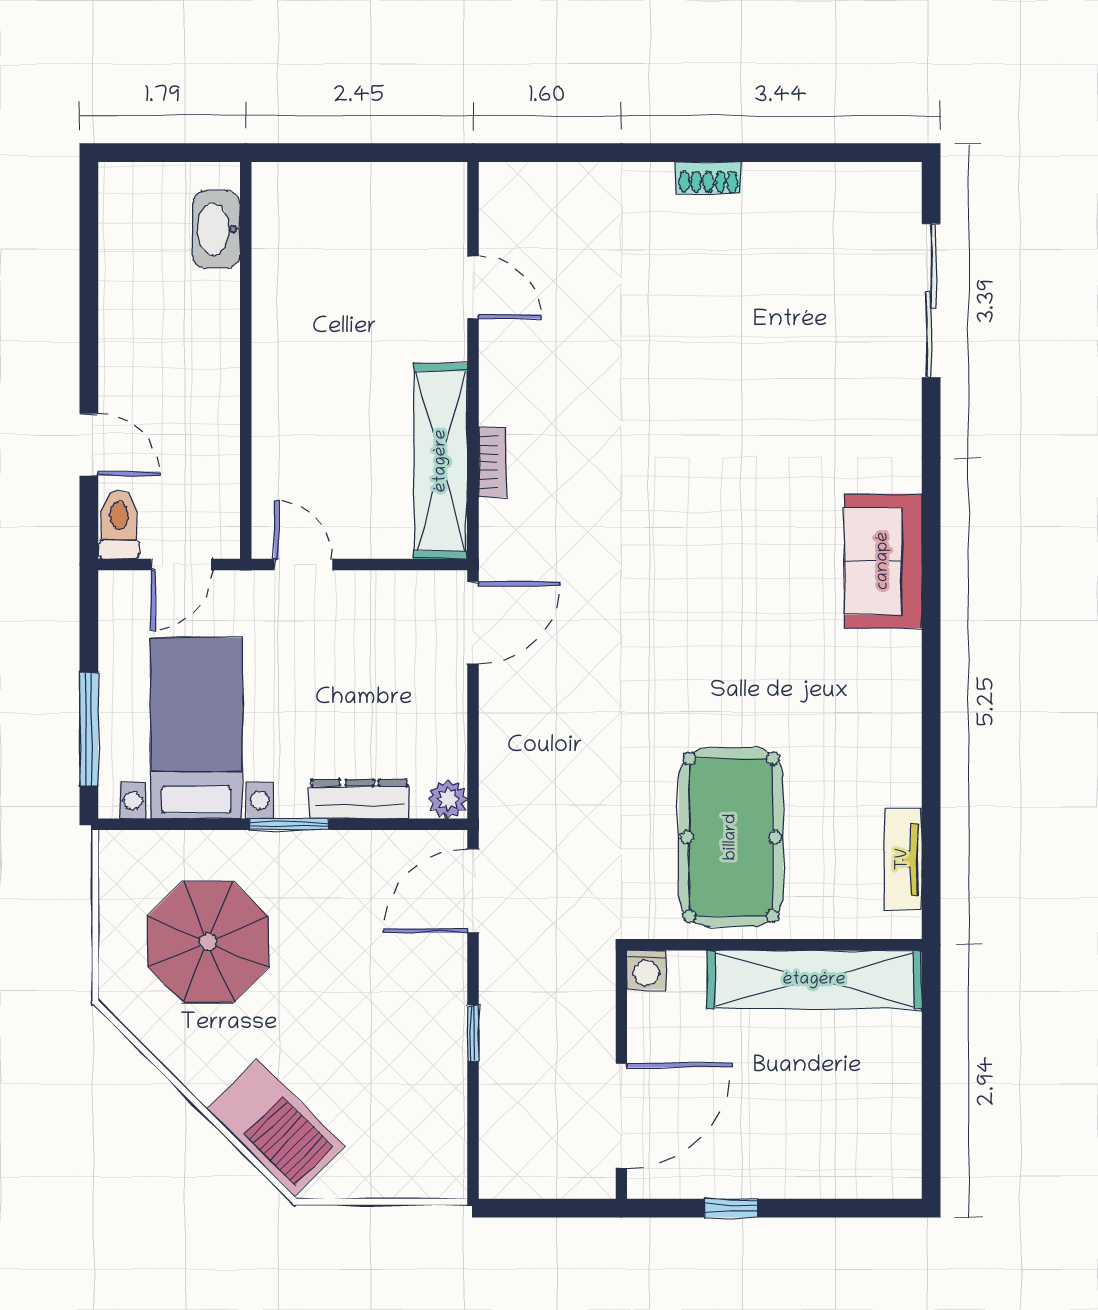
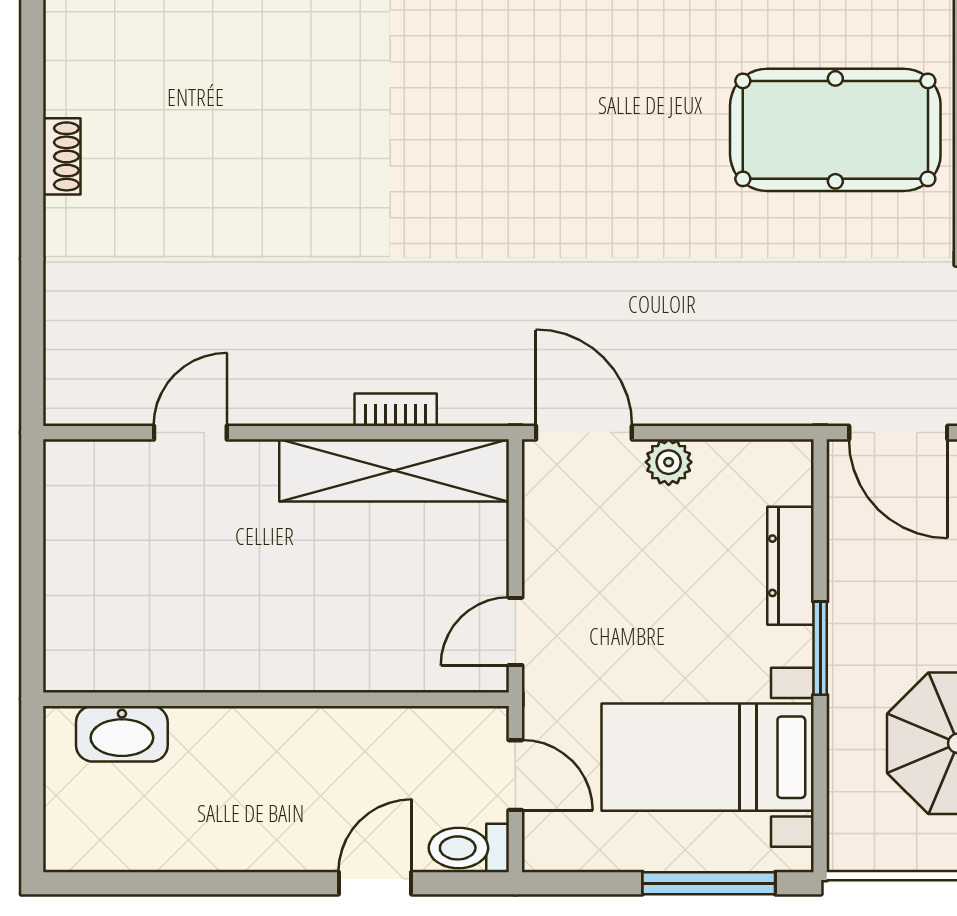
plant: (448, 799) -> (669, 462), moved

